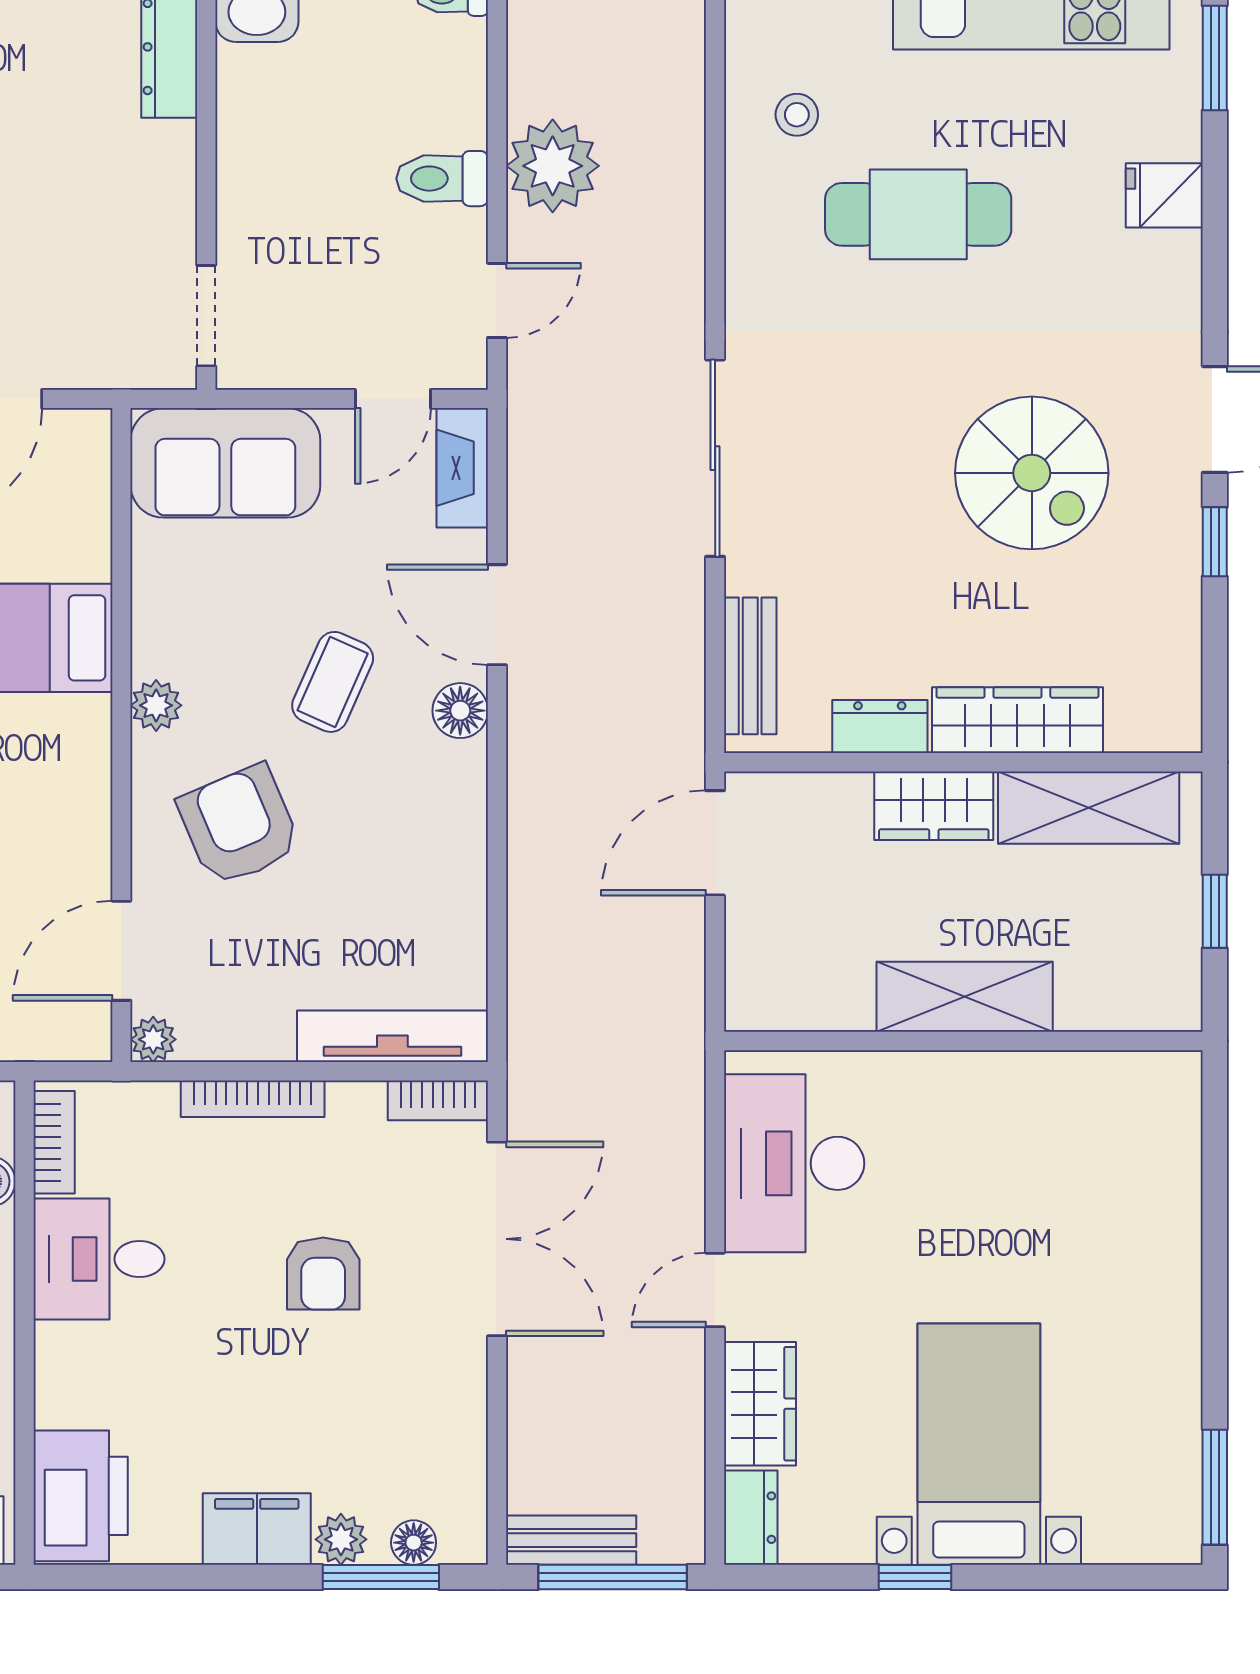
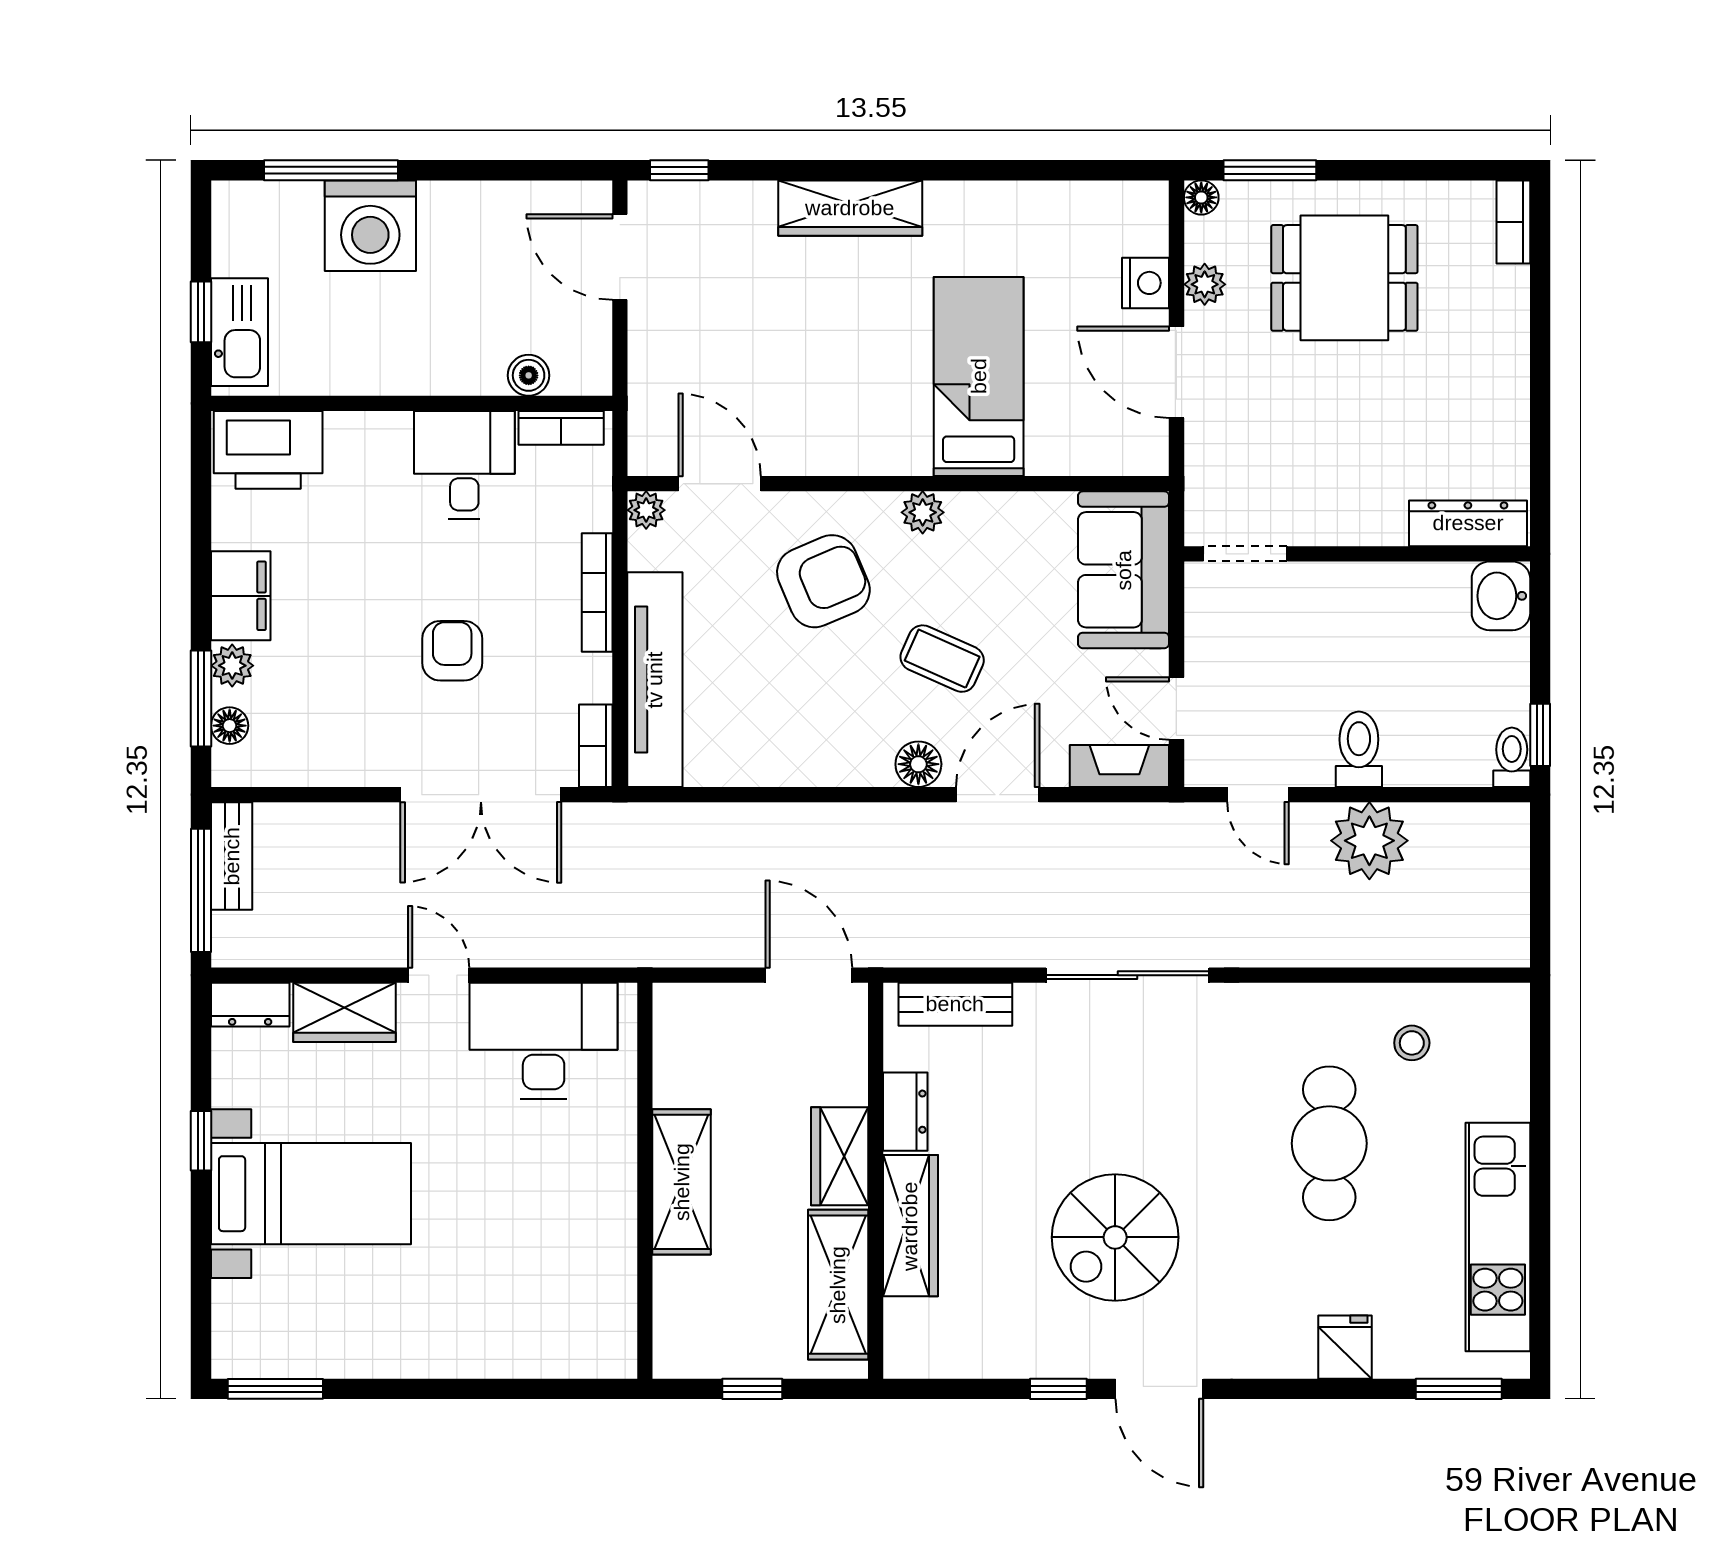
tv unit: (392, 1036) -> (655, 680), width x1.36, depth x1.29
armchair: (323, 1274) -> (452, 651), turned 90

